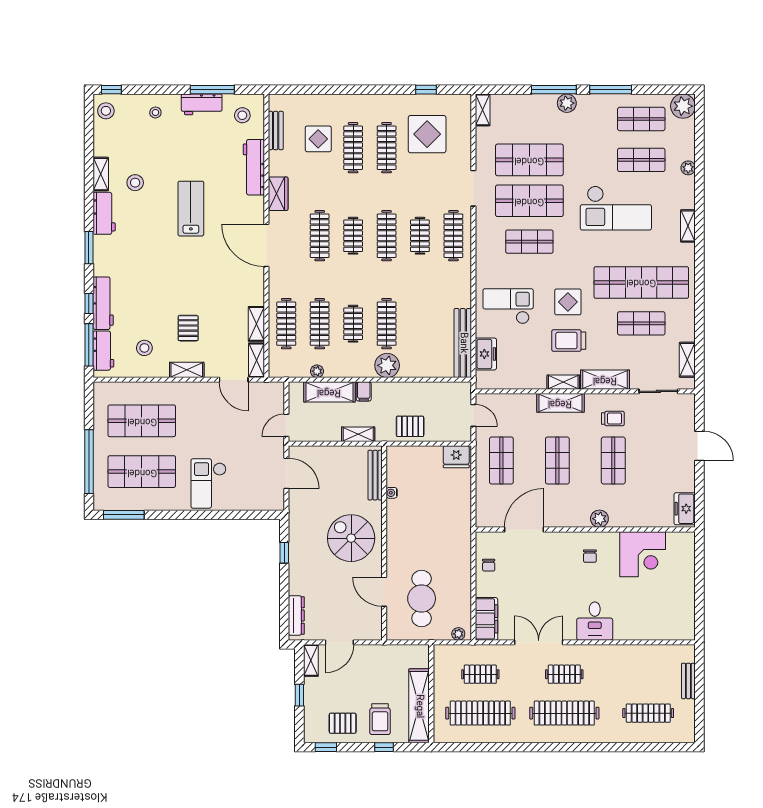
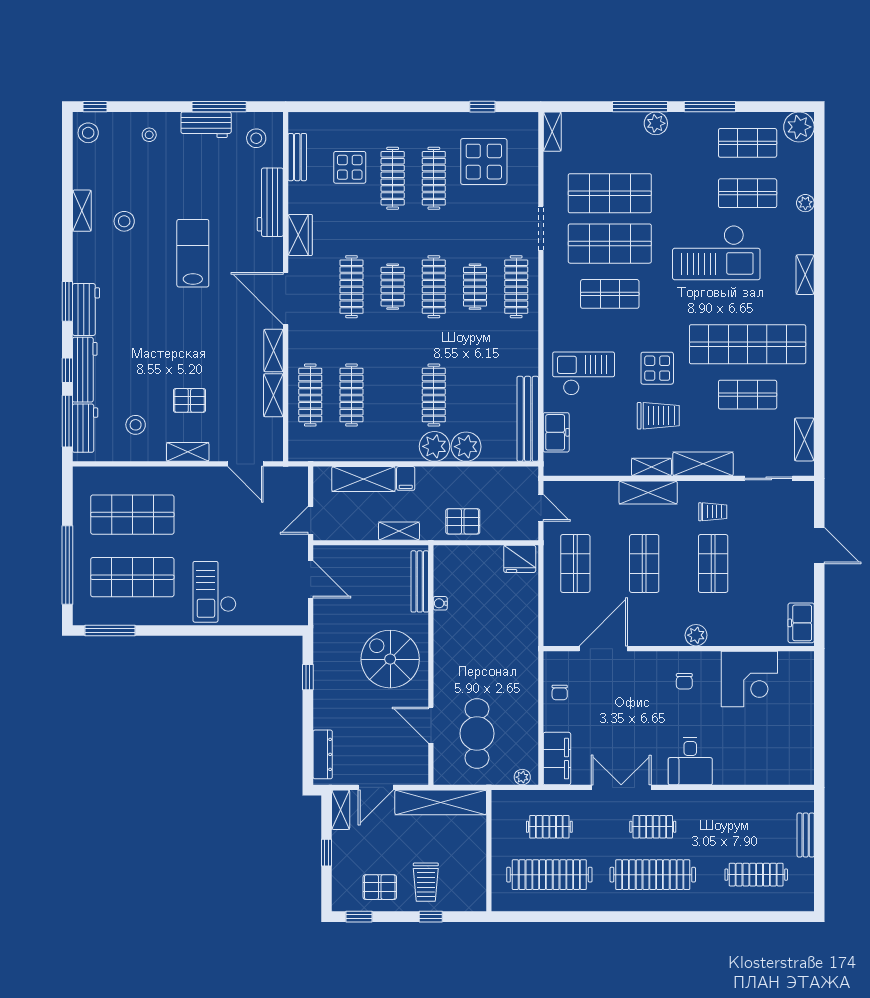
workbench: (104, 213) -> (86, 309), moved
clothes rail: (353, 324) -> (393, 395), removed
pallet: (188, 328) -> (189, 400), turned 90
trolley: (569, 341) -> (658, 416), turned 180
shelving: (256, 360) -> (274, 351), moved
plant: (317, 371) -> (466, 447), moved, width x1.88, depth x1.88
shelving: (419, 706) -> (441, 802), moved, turned 90

